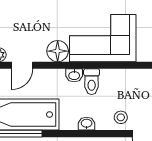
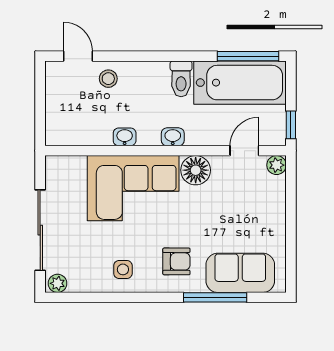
toilet: (92, 82) -> (181, 79), moved, turned 180
washbasin: (87, 124) -> (125, 137), moved, turned 180

